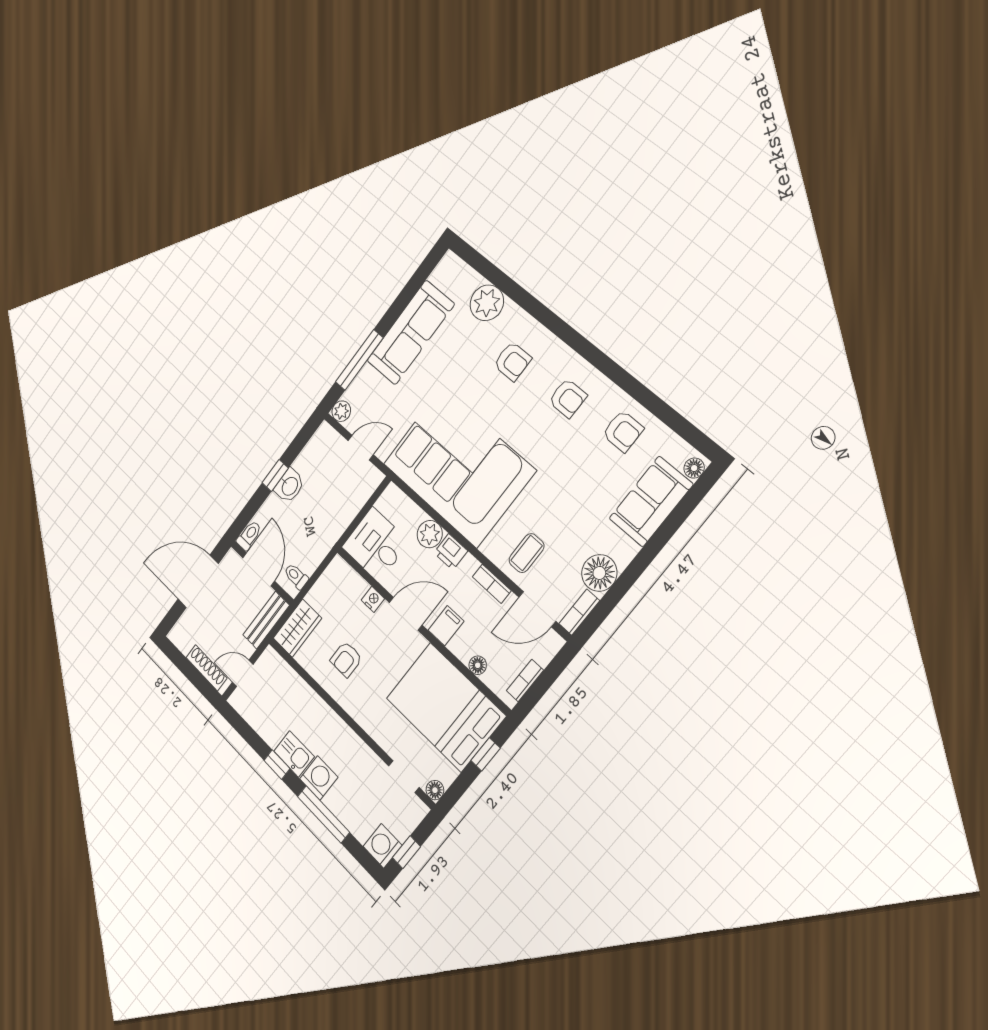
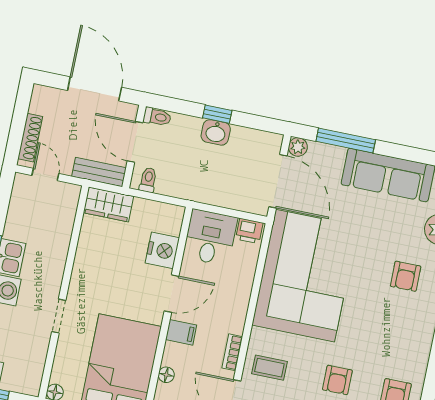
armchair: (568, 398) -> (337, 380), moved
door: (361, 448) -> (278, 181), width x1.88
plant: (430, 534) -> (242, 280), removed
printer: (451, 552) -> (249, 231), moved, turned -90
door: (259, 569) -> (135, 142), swing flipped
nightstand: (373, 599) -> (162, 250), width x1.89, depth x1.79
door: (406, 614) -> (171, 294), hinge flipped
armchair: (346, 659) -> (109, 262), removed
doorway: (404, 777) -> (59, 316), moved

